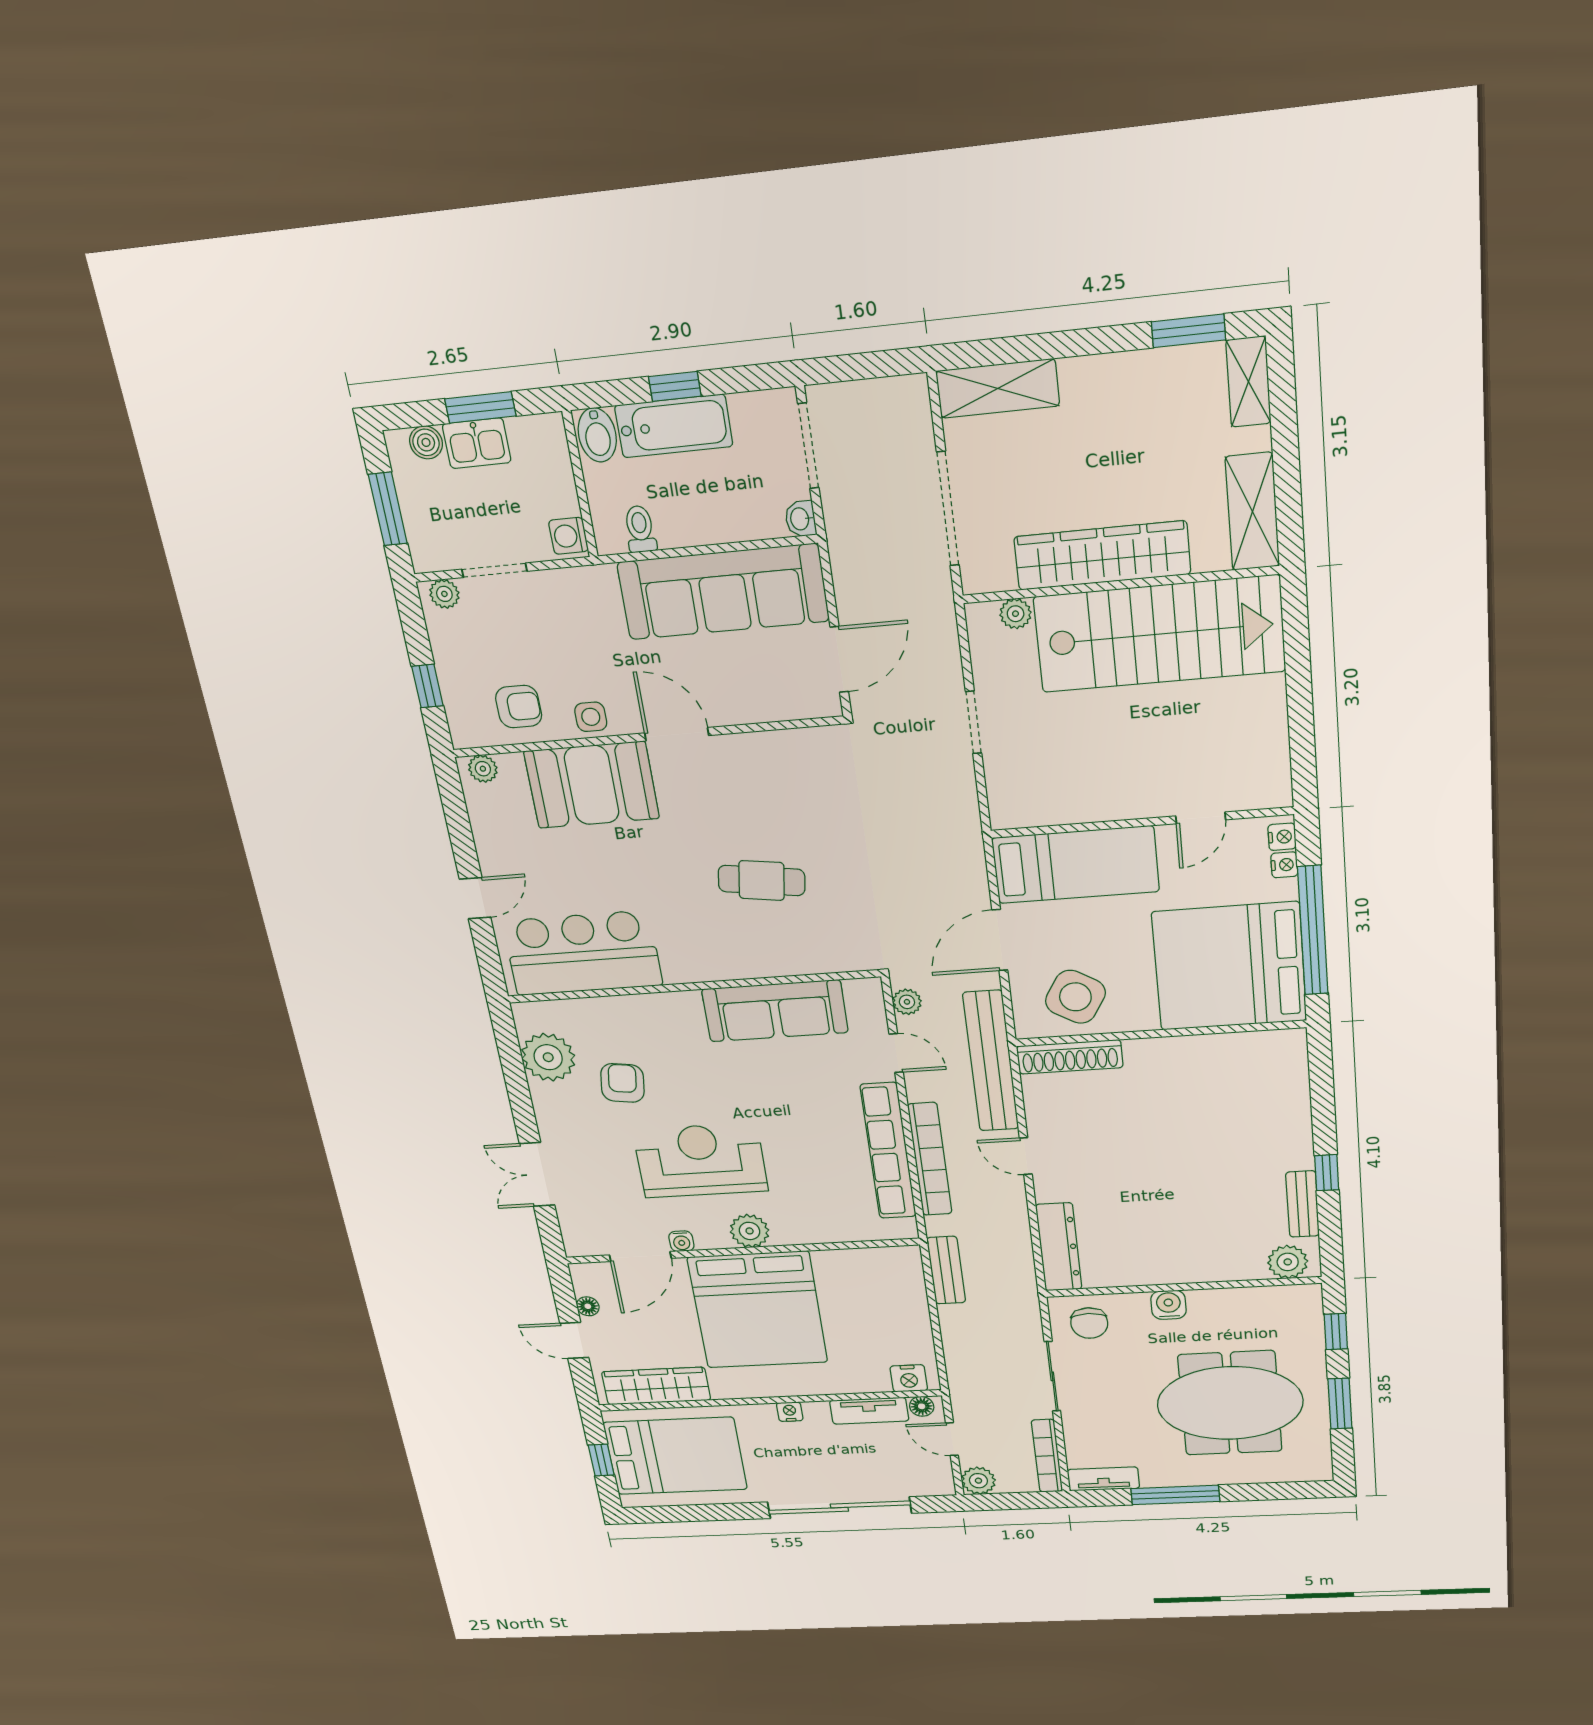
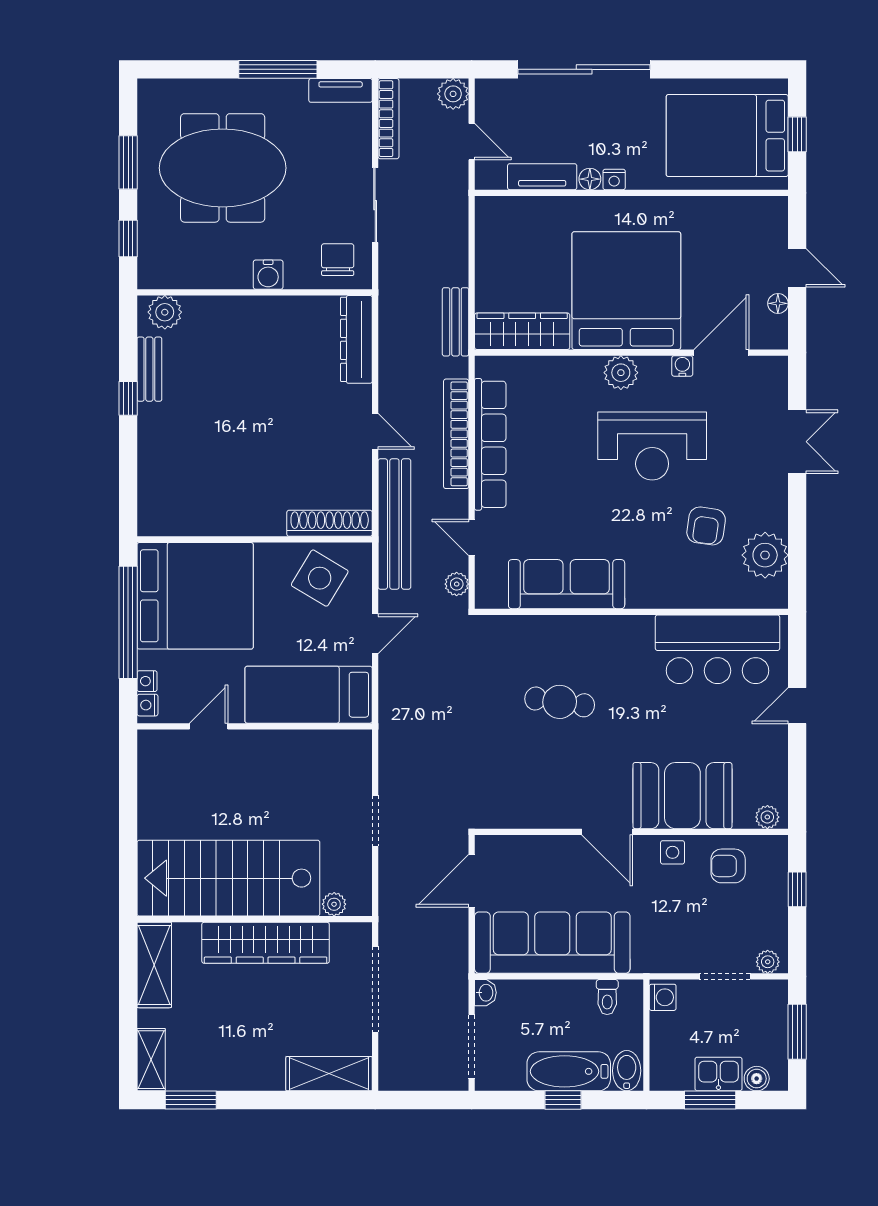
door: (1000, 940) -> (375, 634), width x0.73
nightstand: (909, 1378) -> (502, 210), removed
wardrobe: (656, 1386) -> (522, 331), moved, turned 180
floor lamp: (922, 1406) -> (590, 179), moved

